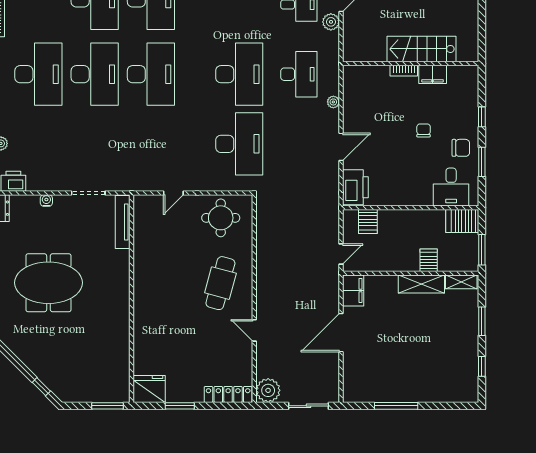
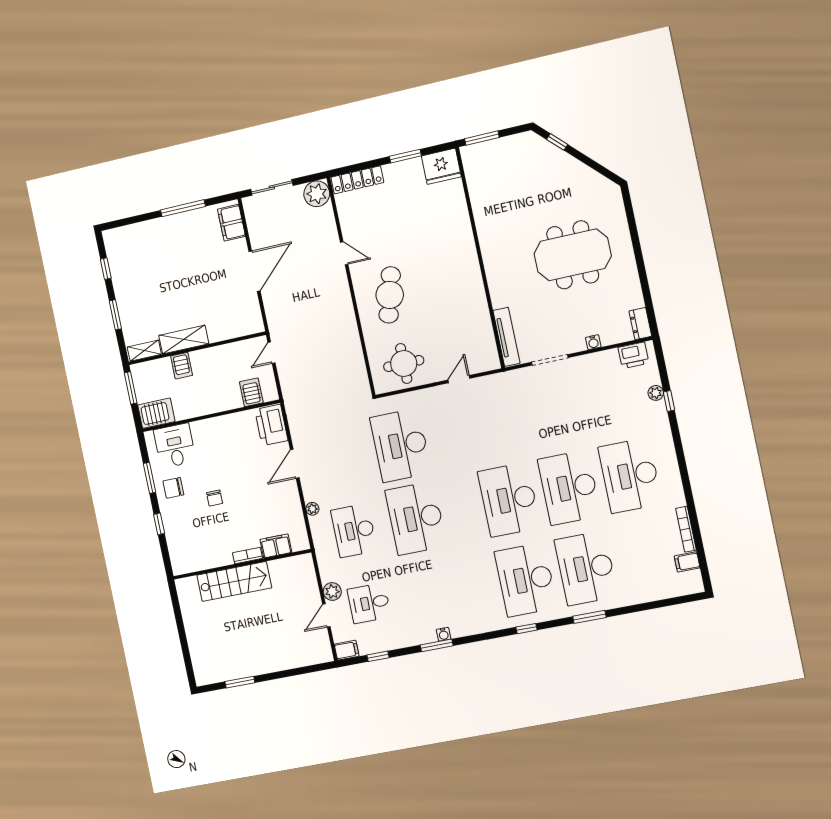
filing cabinet: (433, 74) -> (276, 546), moved
filing cabinet: (353, 290) -> (231, 223), moved

